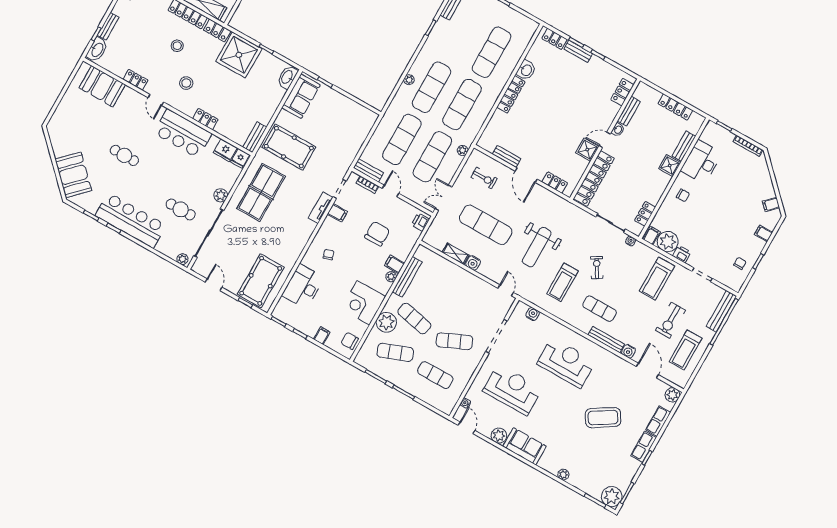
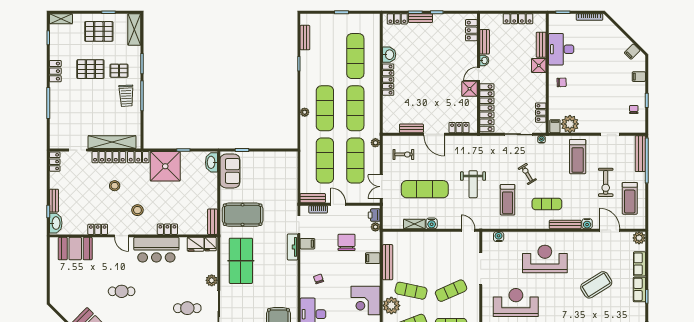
weight bench: (537, 247) -> (473, 184), width x0.73, depth x0.75
printer: (682, 254) -> (586, 127), removed
plant: (391, 277) -> (375, 227), moved

